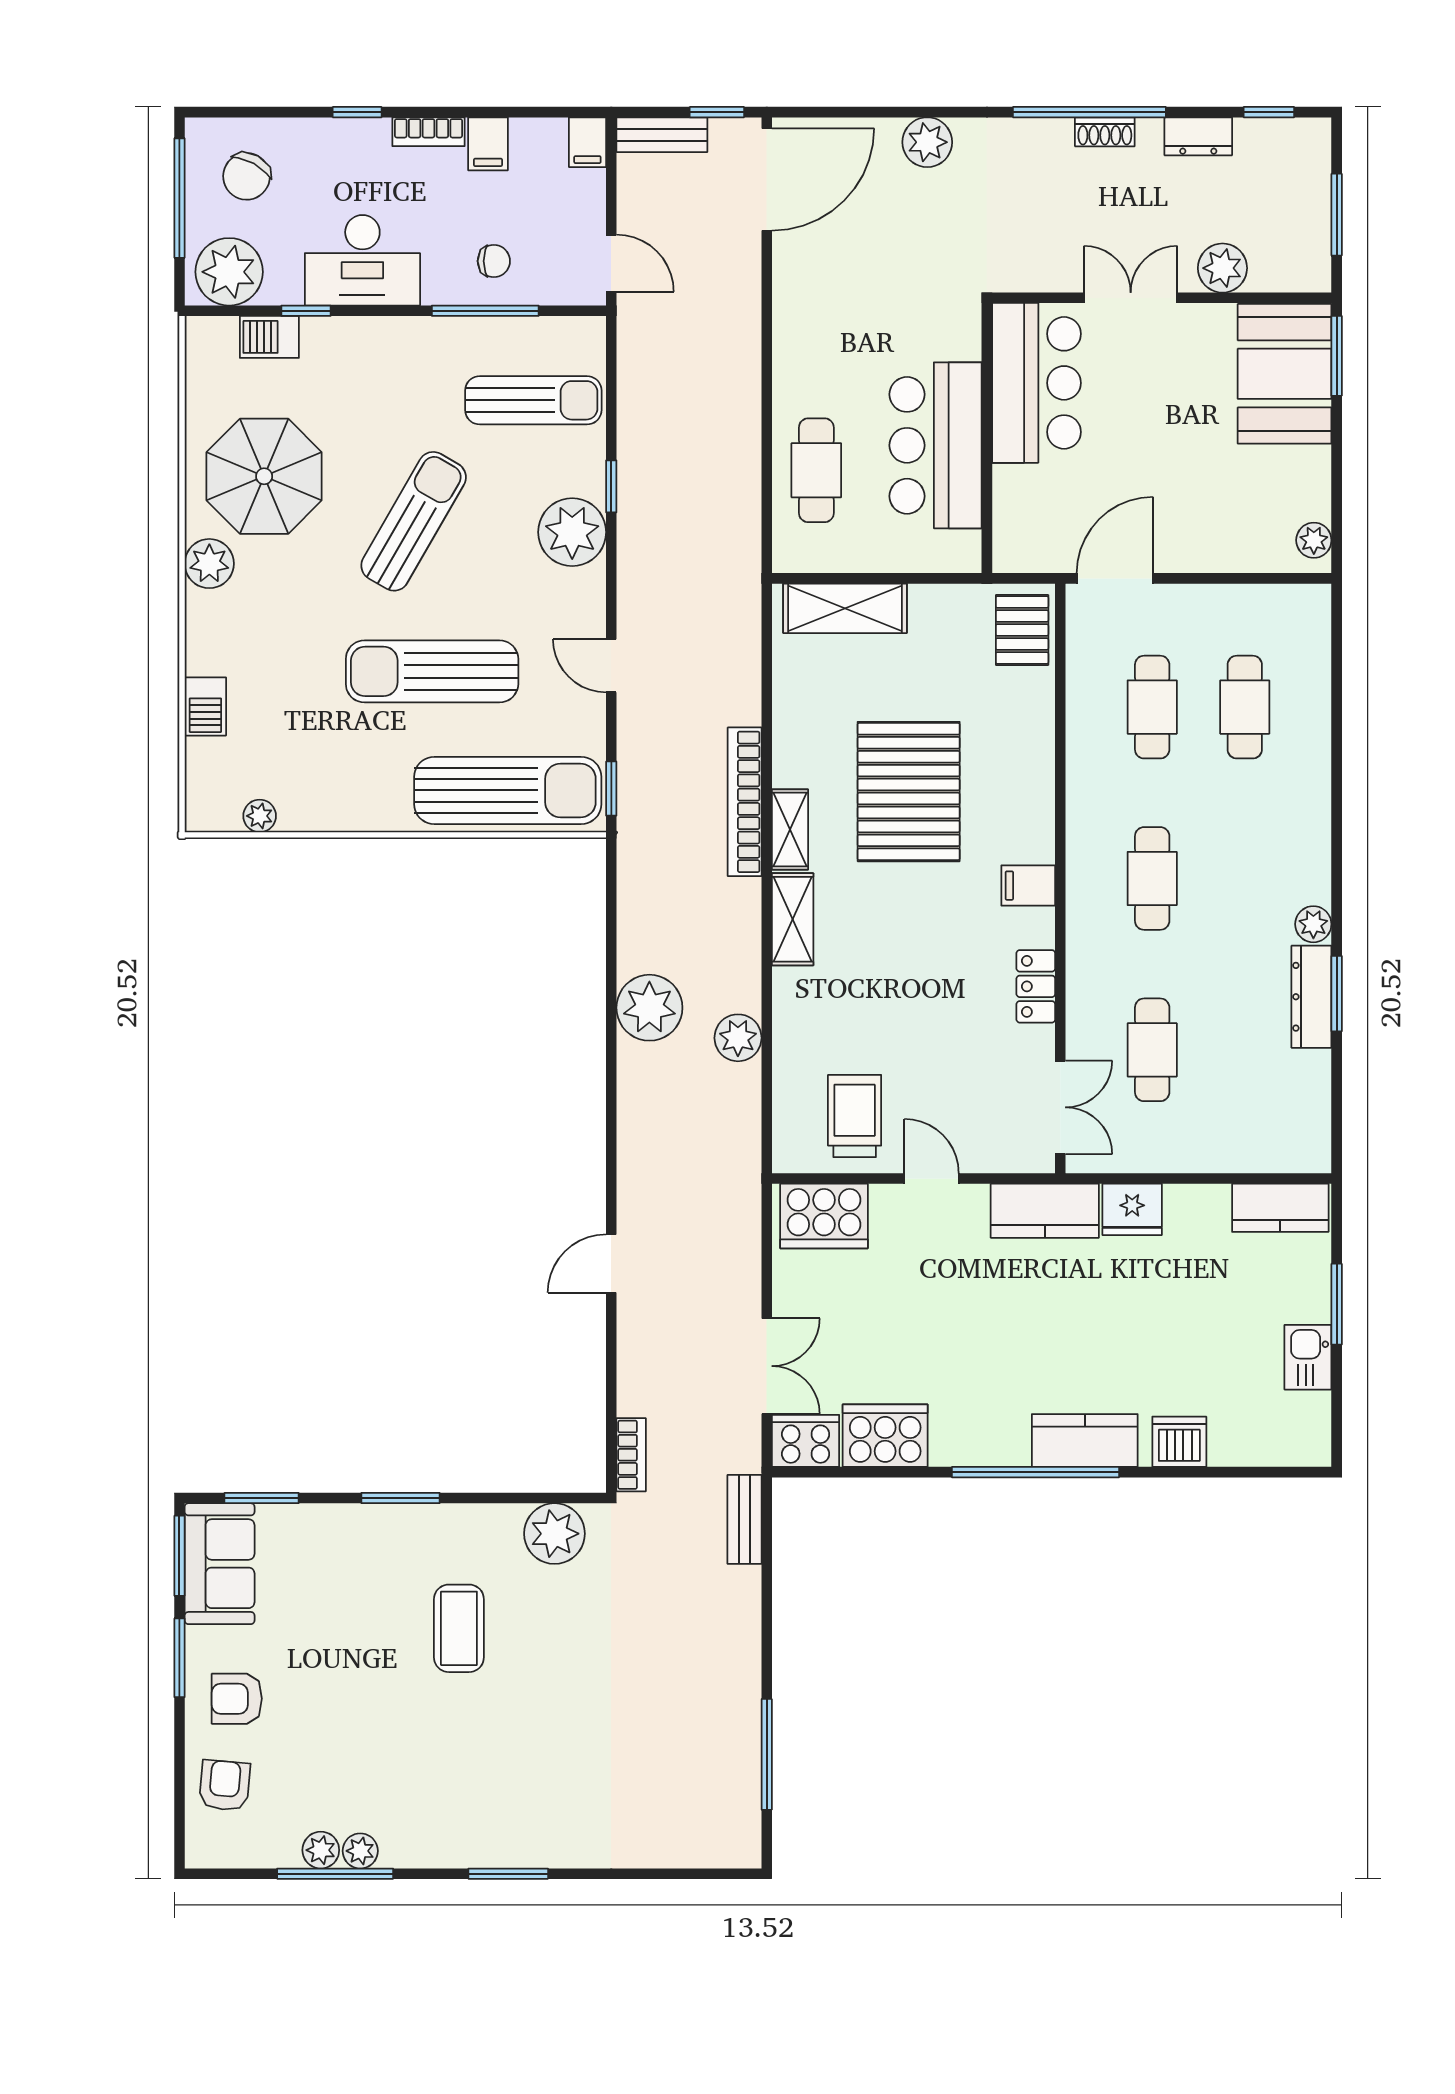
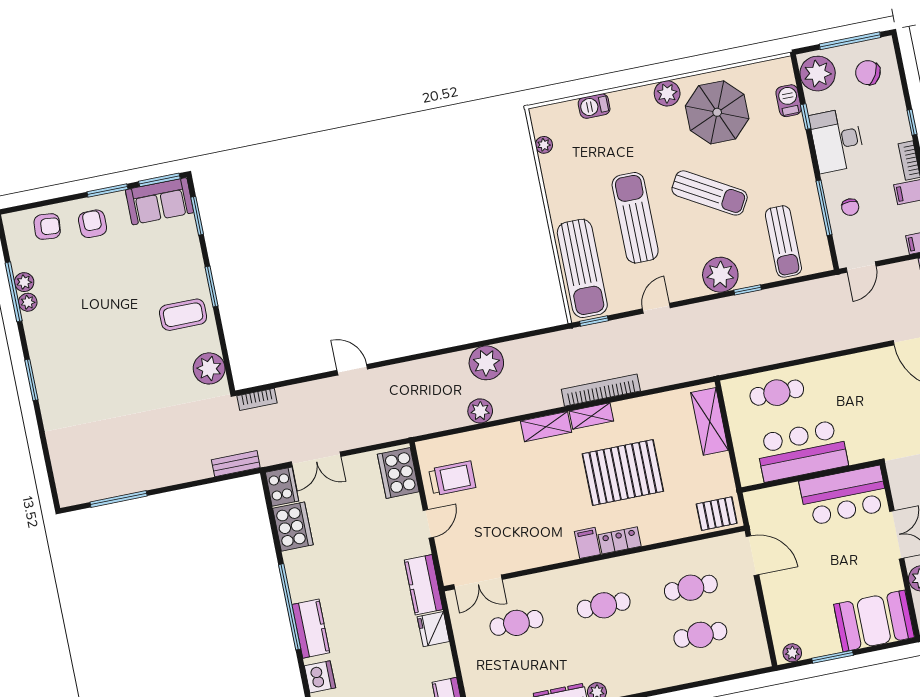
window: (1337, 356) -> (833, 657), moved
locker: (1036, 986) -> (620, 540), moved
coffee table: (459, 1628) -> (183, 315), moved

